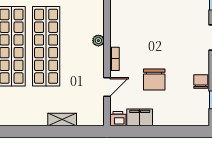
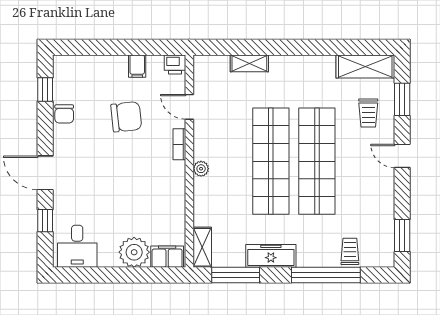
chair: (154, 79) -> (126, 117), turned 84
door: (107, 87) -> (189, 107), hinge flipped
filing cabinet: (140, 117) -> (137, 66), width x0.50

